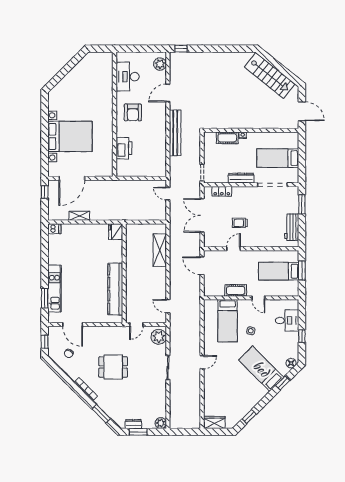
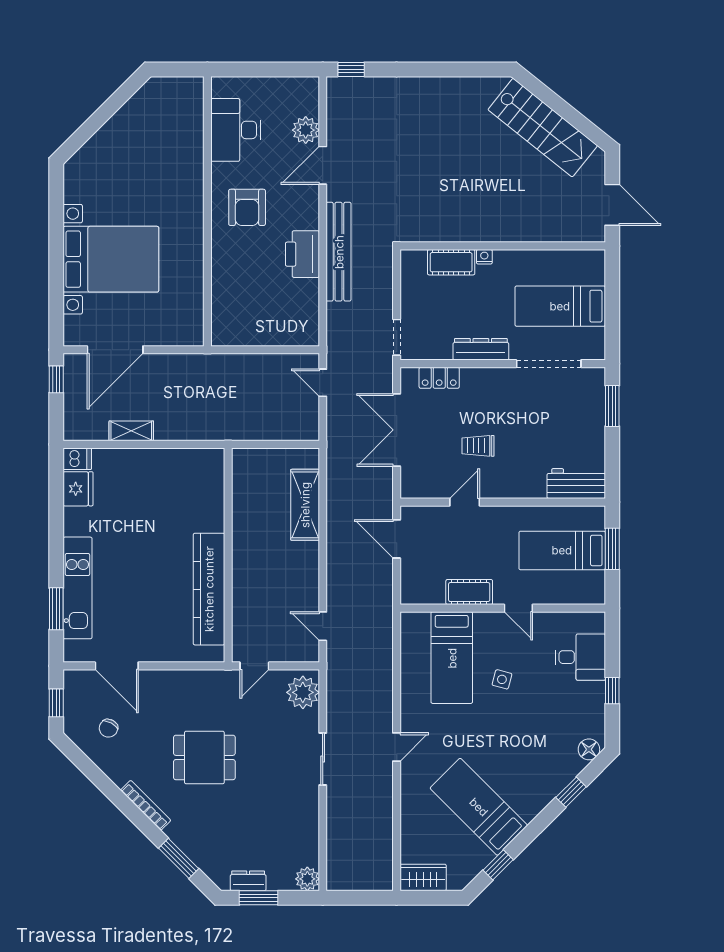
plant: (160, 64) -> (306, 130), moved
printer: (124, 148) -> (302, 254), moved, turned 180
workbench: (292, 227) -> (576, 484), moved, turned 90
fridge: (116, 232) -> (78, 489), moved, turned 180
bed: (261, 369) -> (479, 807), moved

